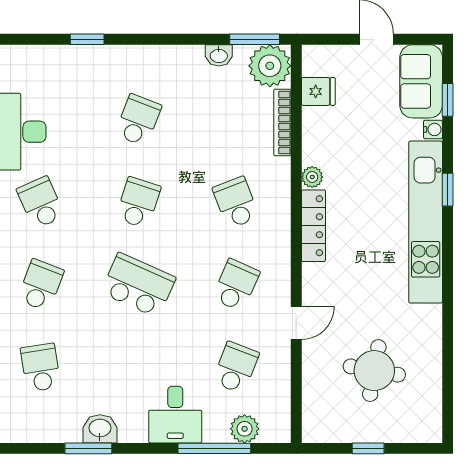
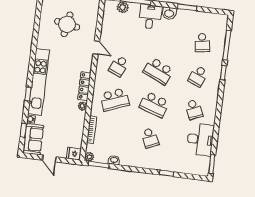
plant: (270, 66) -> (89, 157), width x0.53, depth x0.53
fridge: (318, 91) -> (74, 154), moved
school desk: (138, 120) -> (150, 138), turned -45
school desk: (138, 203) -> (154, 104), width x1.85
school desk: (236, 203) -> (115, 99), width x1.85
door: (296, 323) -> (96, 48), swing flipped
school desk: (236, 368) -> (123, 33), removed
washbasin: (100, 429) -> (169, 13), moved

